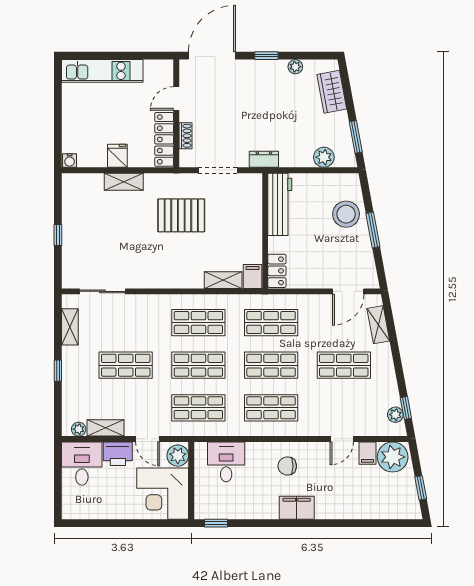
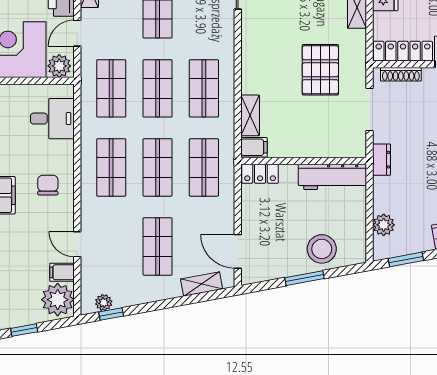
shoe rack: (185, 136) -> (401, 74), width x1.43

